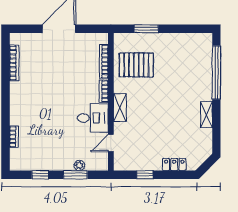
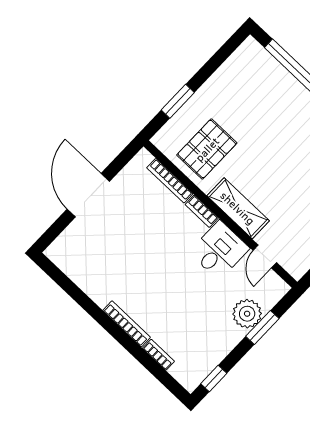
bookcase: (14, 63) -> (127, 324), moved
shelving: (120, 108) -> (238, 208), width x1.50, depth x1.33
plant: (79, 165) -> (247, 314), width x1.87, depth x1.87
window: (40, 175) -> (214, 378), moved

